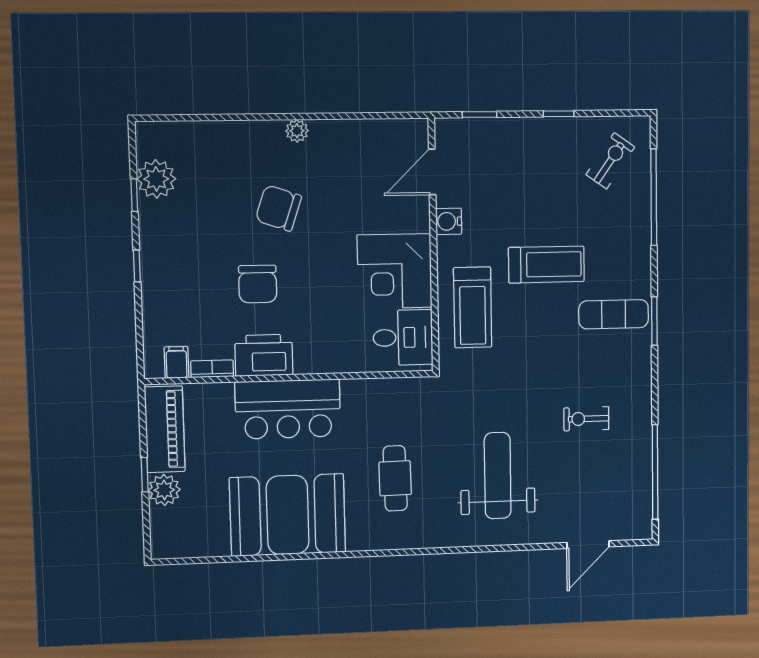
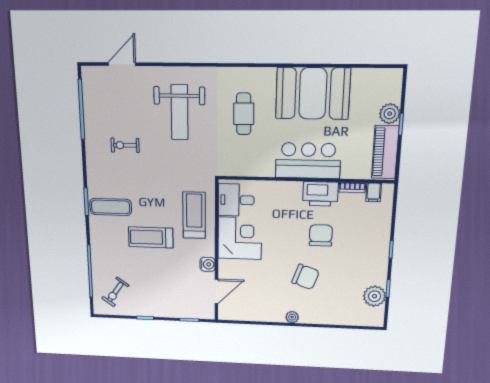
exercise bike: (586, 419) -> (125, 145), turned 180

